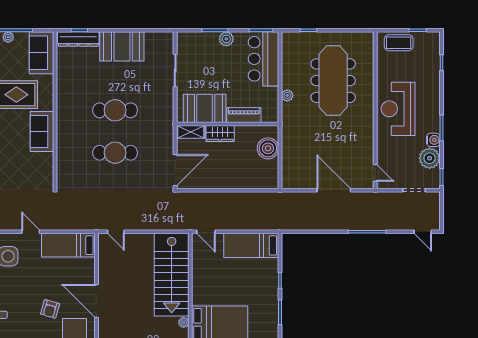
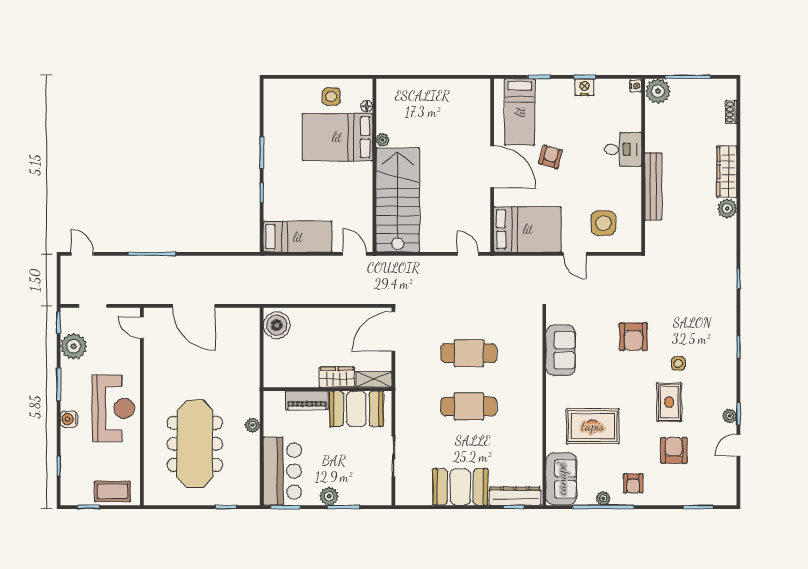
sofa: (42, 131) -> (561, 350), moved
water cooler: (433, 140) -> (69, 419), moved
boiler: (268, 148) -> (277, 325), moved
bed: (68, 245) -> (528, 229), width x1.50

